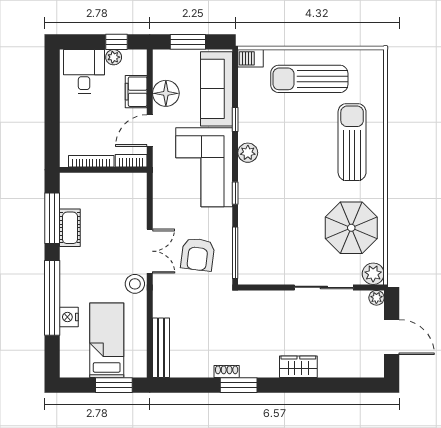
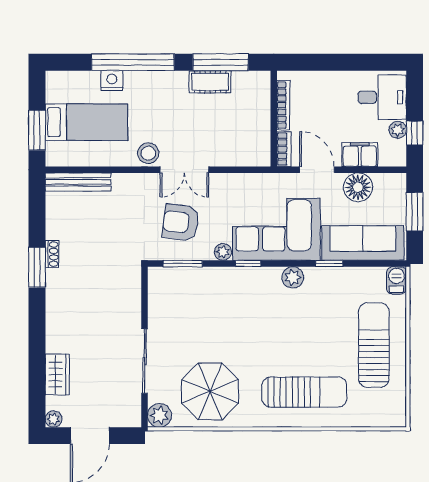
plant: (225, 216) -> (223, 252), added
window: (235, 253) -> (183, 264), width x0.69
plant: (376, 298) -> (54, 419), moved
wardrobe: (298, 367) -> (57, 374), moved

